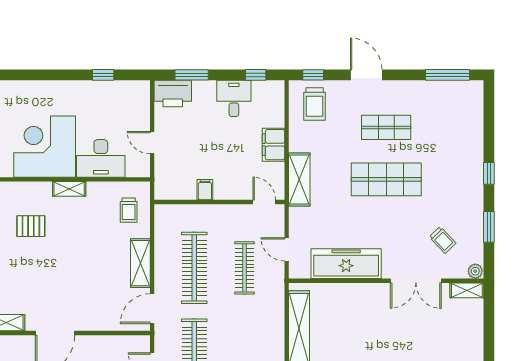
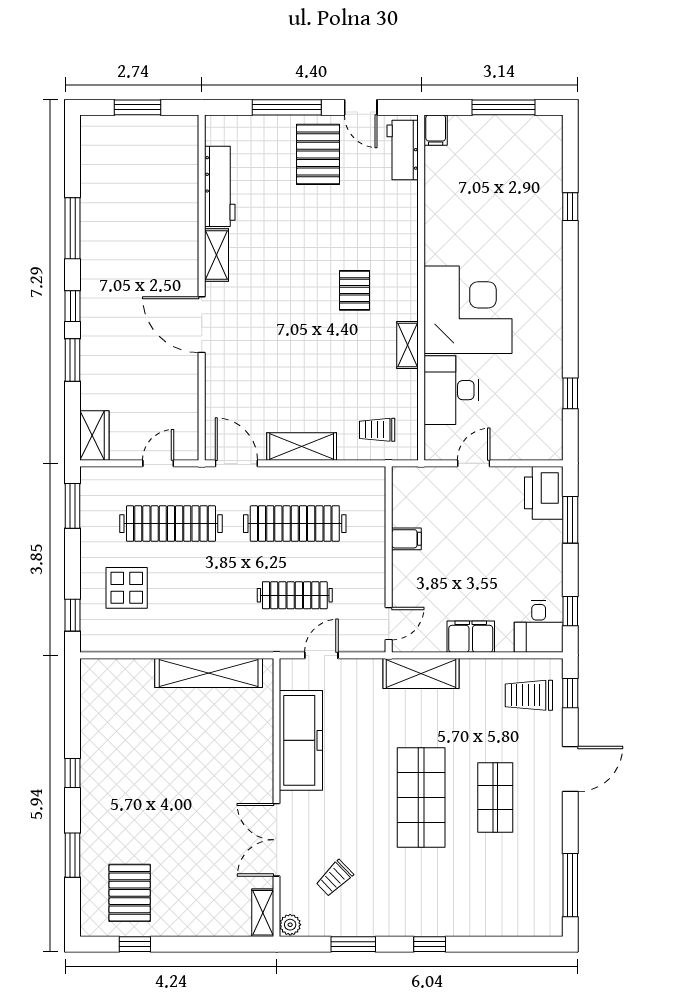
desk: (234, 98) -> (539, 626), moved, turned 90

